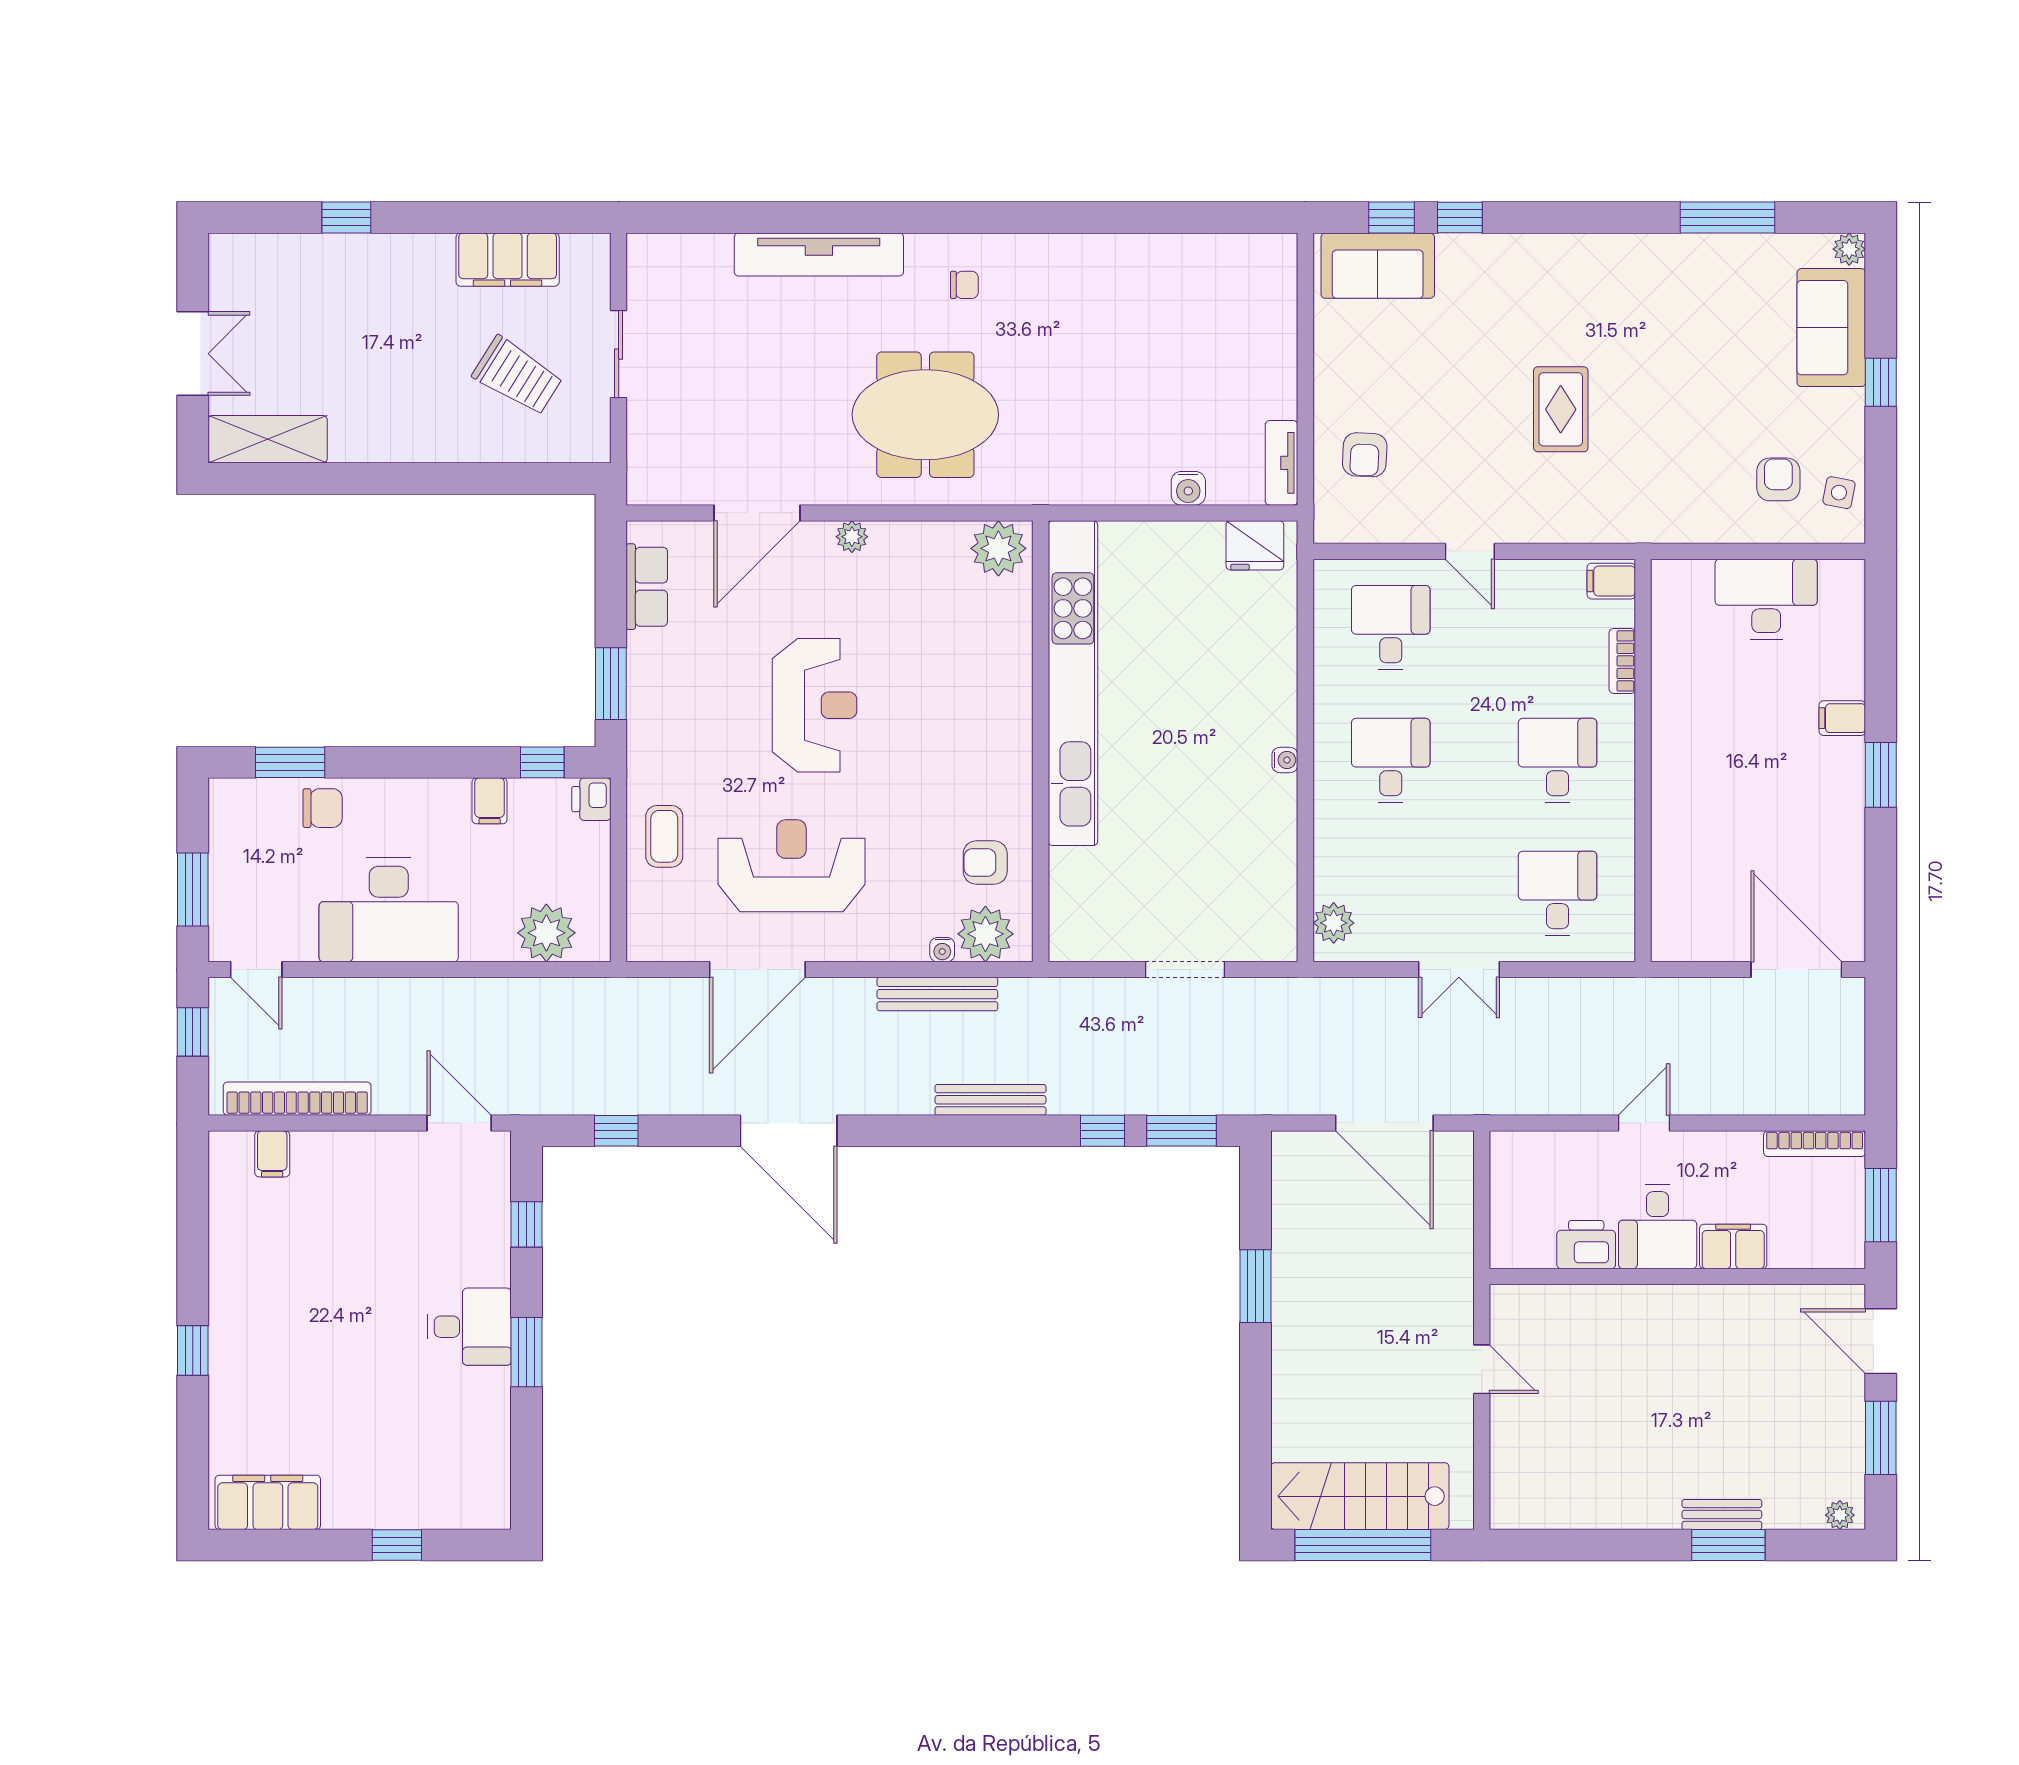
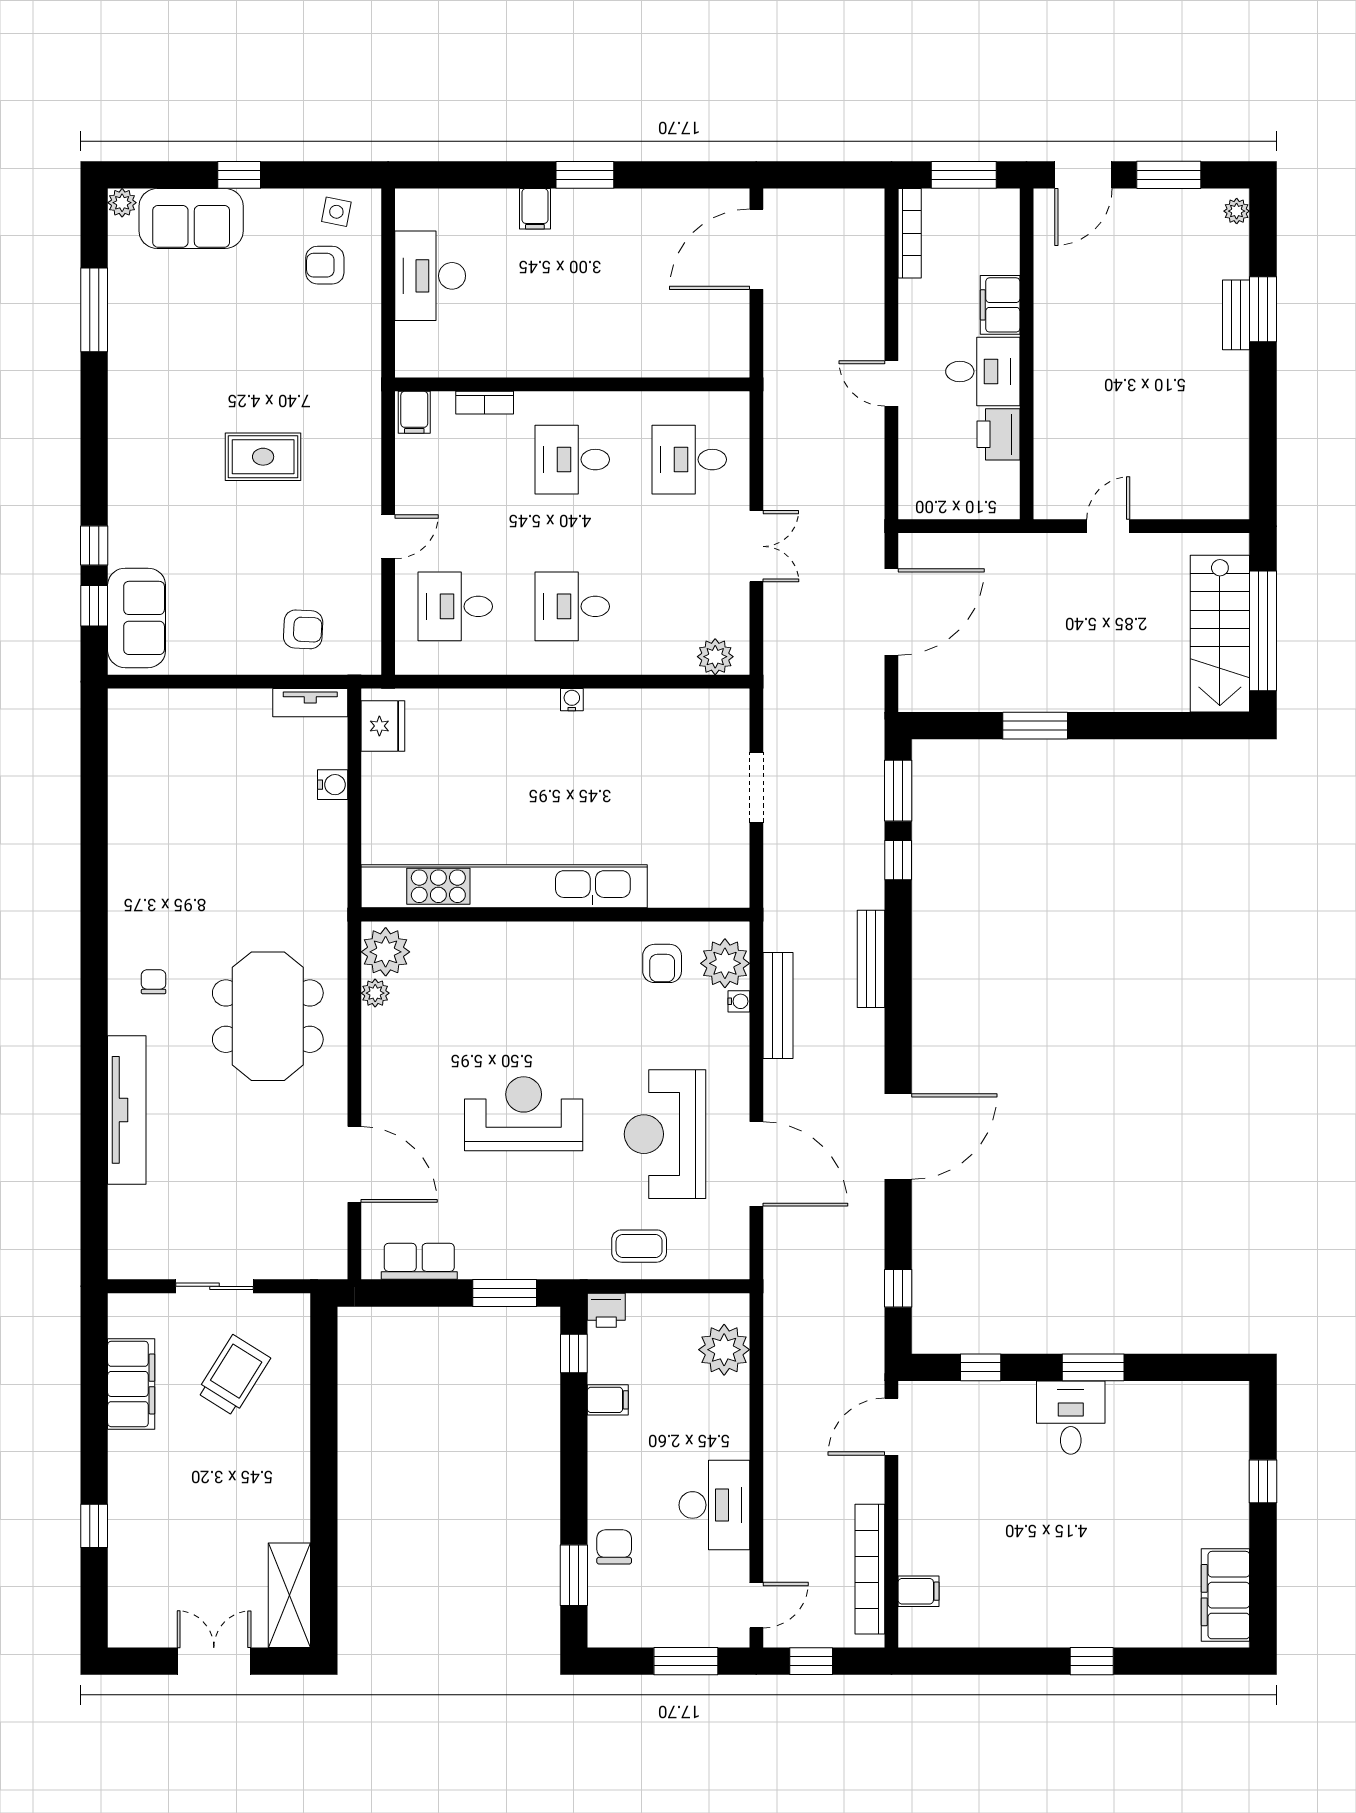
plant: (852, 537) -> (375, 993), moved
desk: (389, 910) -> (714, 1505), width x0.73, depth x0.77

